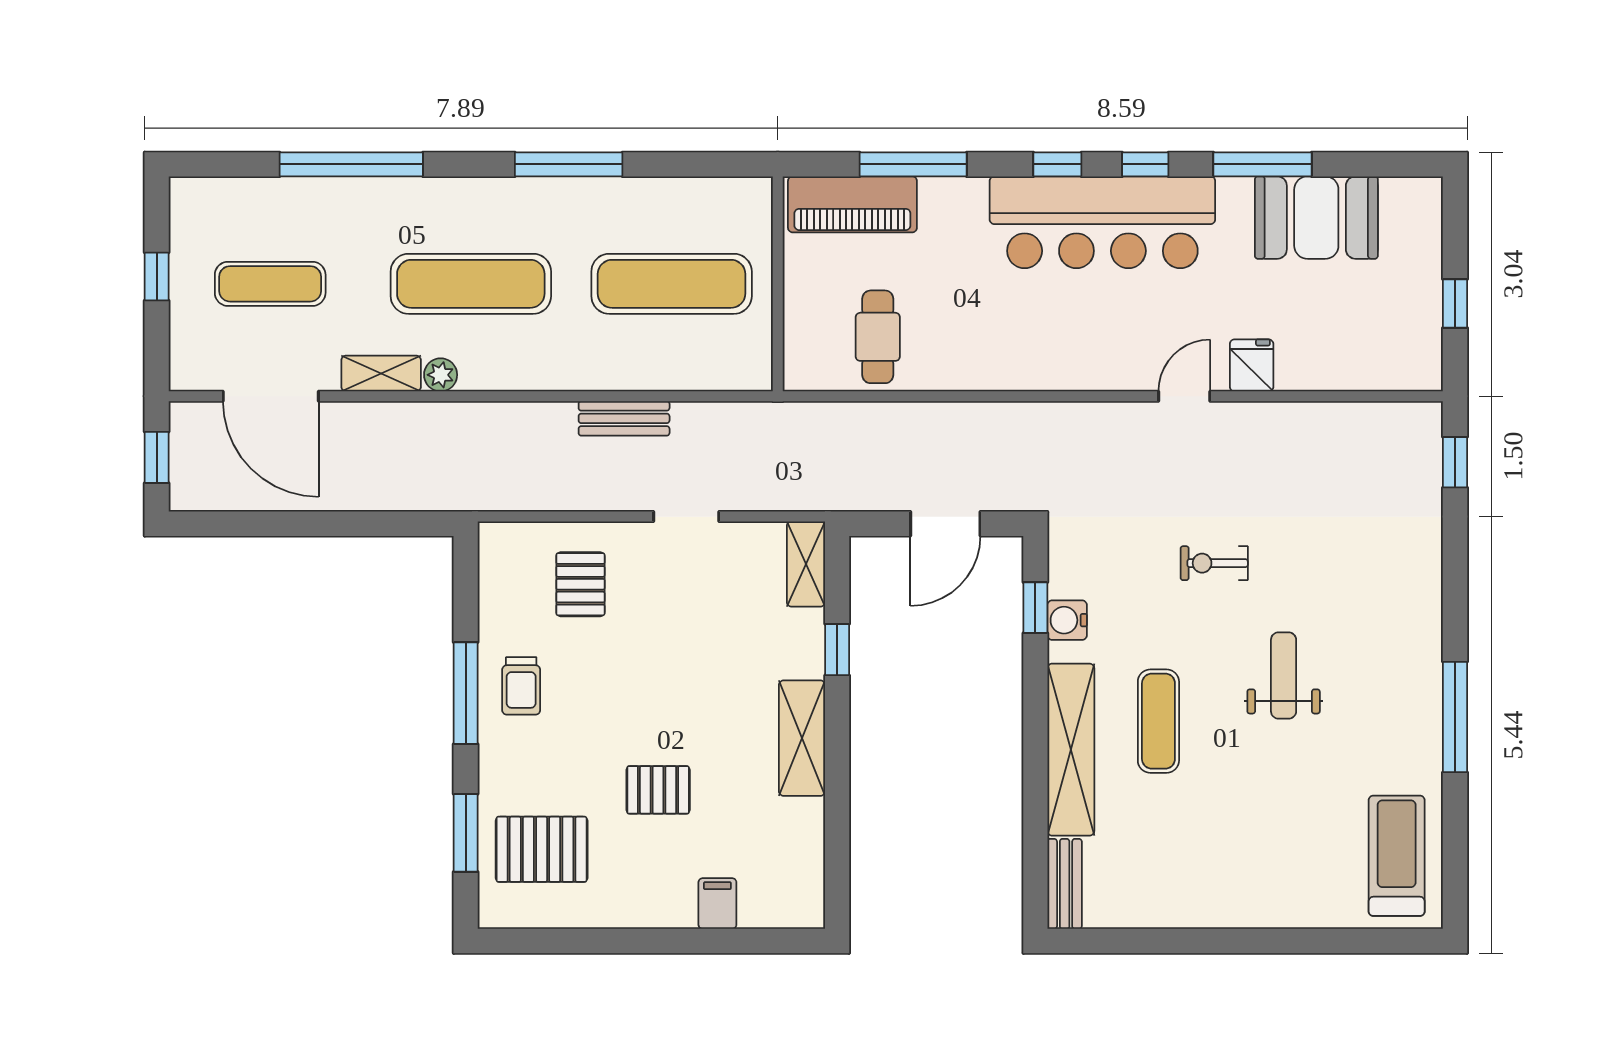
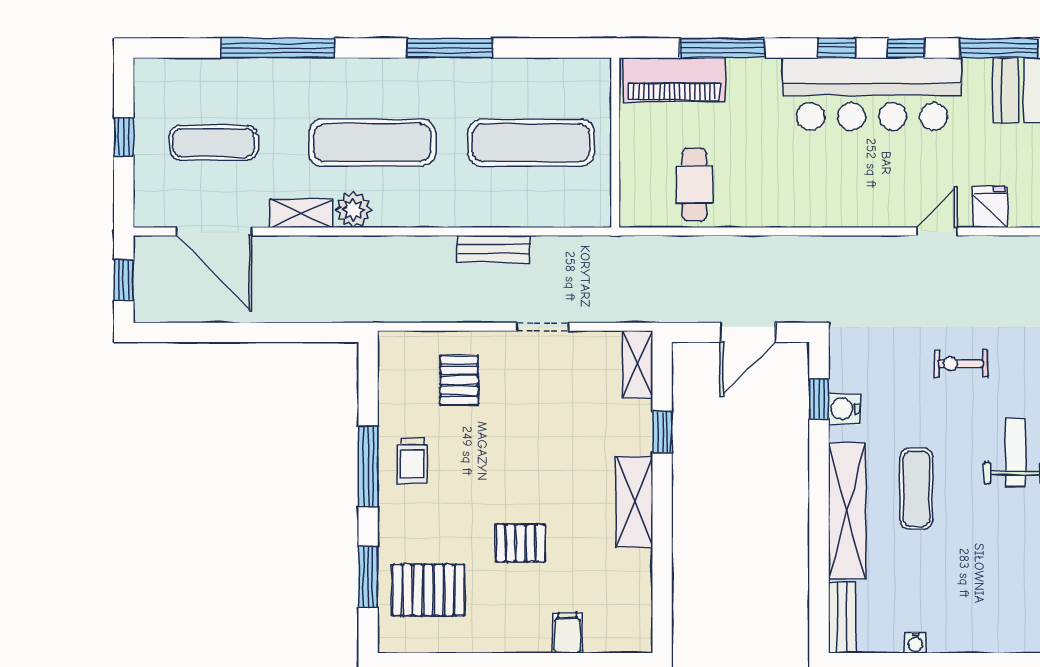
plant: (441, 375) -> (353, 210), width x1.38, depth x1.38
water cooler: (1157, 916) -> (915, 643), added

